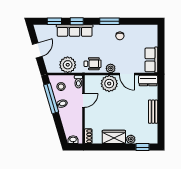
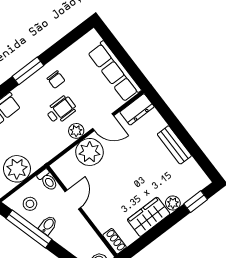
row of seats: (151, 60) -> (114, 71), width x1.48
wheelchair: (93, 64) -> (61, 110), moved

